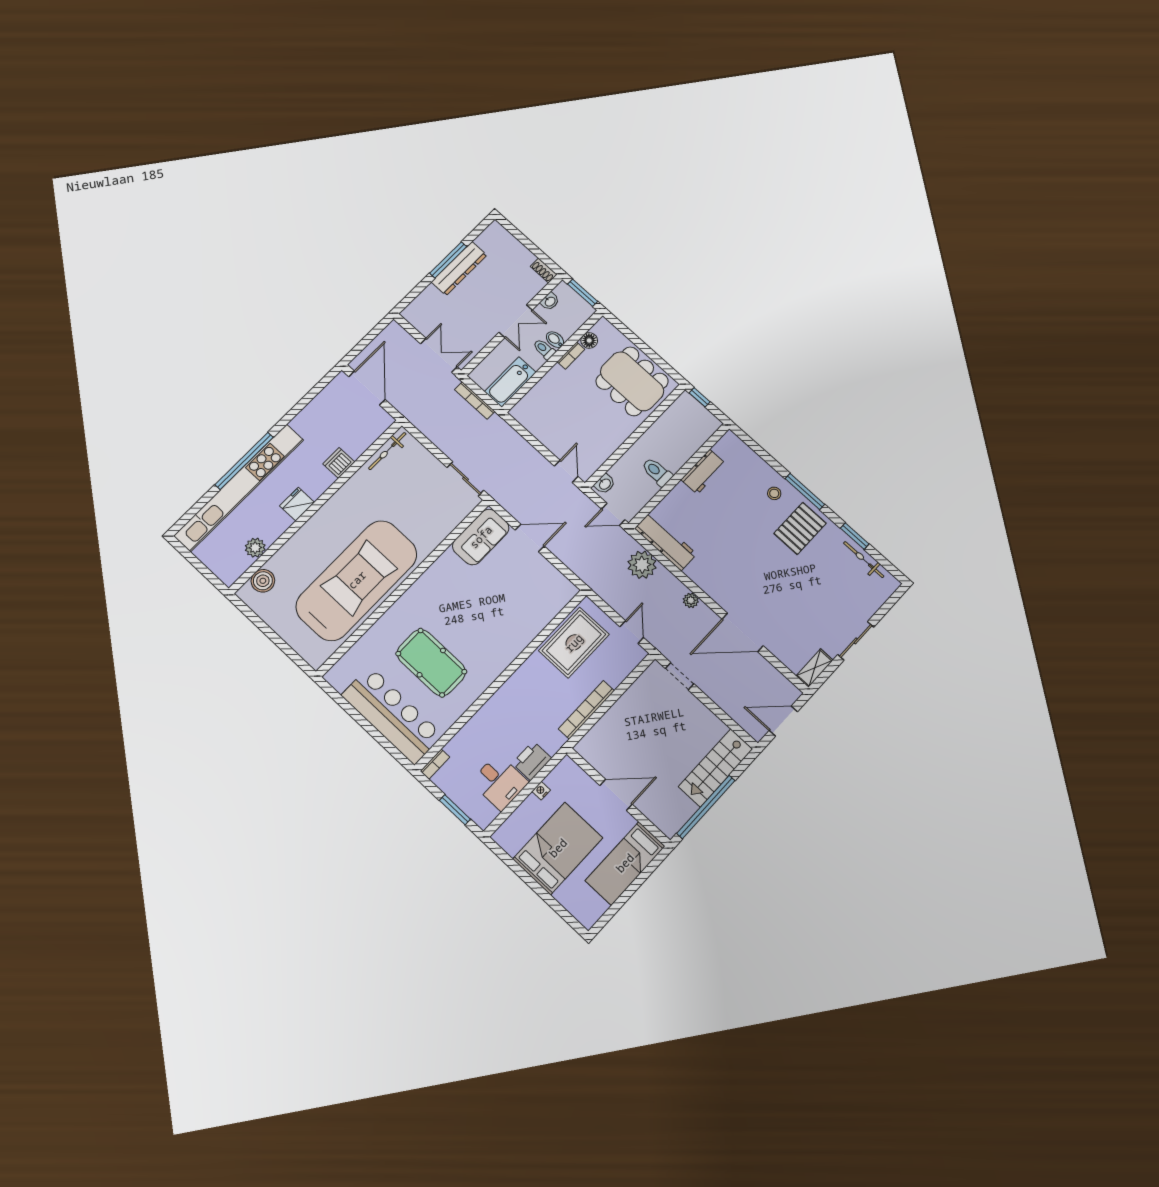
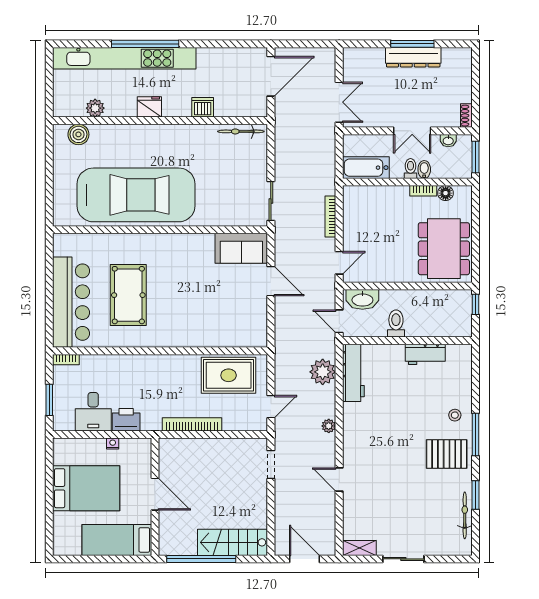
bookcase: (475, 400) -> (330, 217), moved
washbasin: (605, 484) -> (362, 299), width x1.91, depth x1.45
door: (743, 632) -> (339, 479), width x0.53

